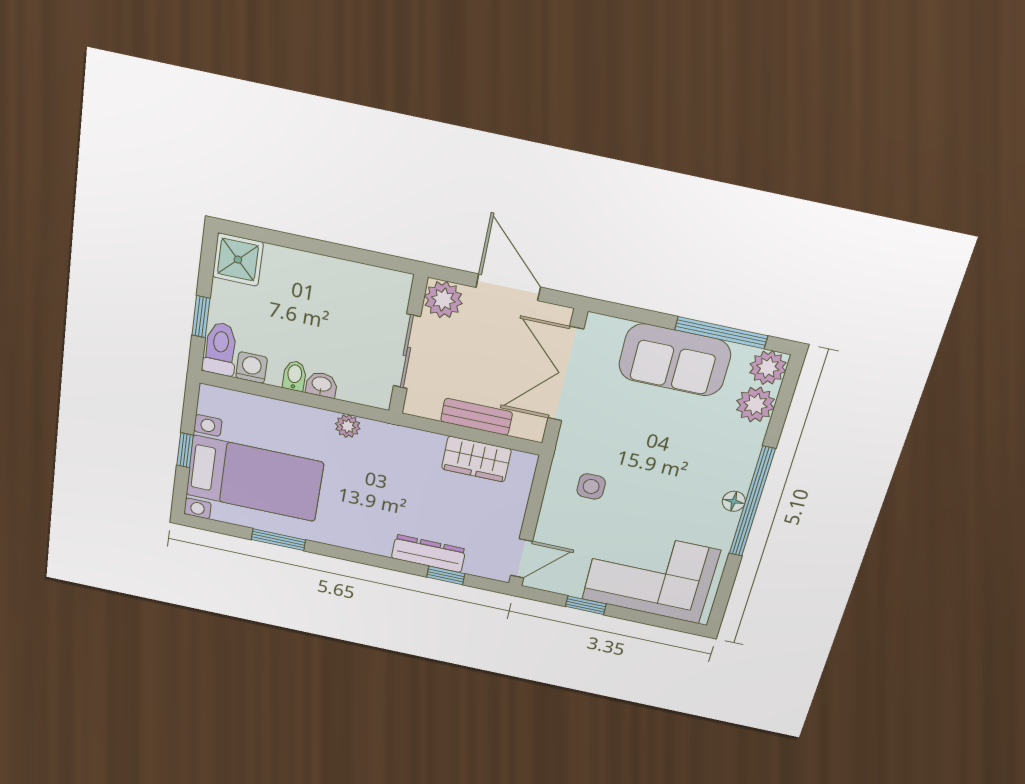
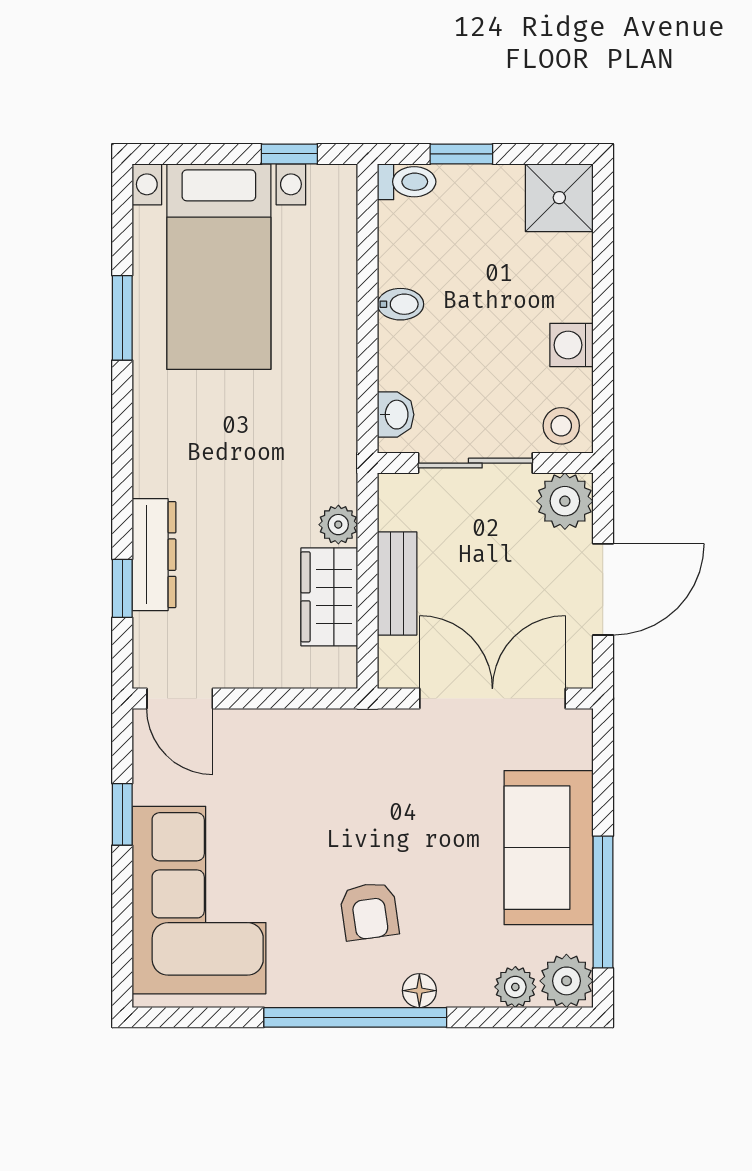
stool: (392, 291) -> (561, 426), added
toilet: (220, 349) -> (407, 182), width x0.73, depth x0.72
washing machine: (252, 368) -> (572, 345), moved, turned 180
washbasin: (322, 385) -> (396, 415), moved
plant: (755, 405) -> (515, 987), width x0.73, depth x0.73
plant: (348, 426) -> (338, 525), moved
window: (185, 450) -> (289, 154), moved
armchair: (686, 479) -> (369, 911), added
side table: (591, 486) -> (325, 776), removed
floor lamp: (734, 501) -> (419, 991), moved

